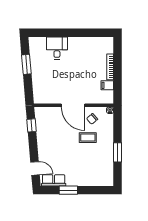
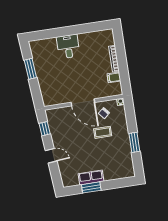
desk: (57, 48) -> (68, 46), moved
door: (35, 168) -> (51, 156), moved
row of seats: (54, 180) -> (91, 178), moved

